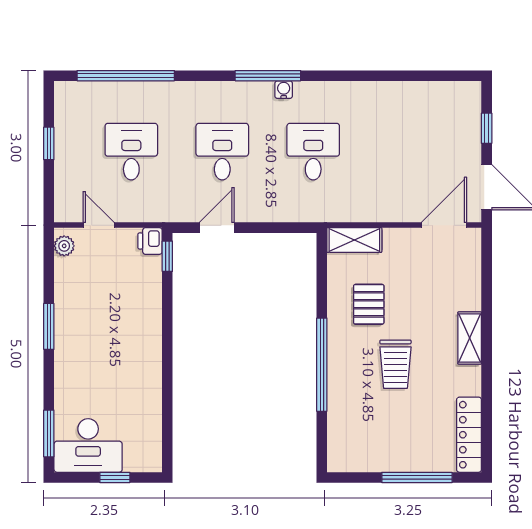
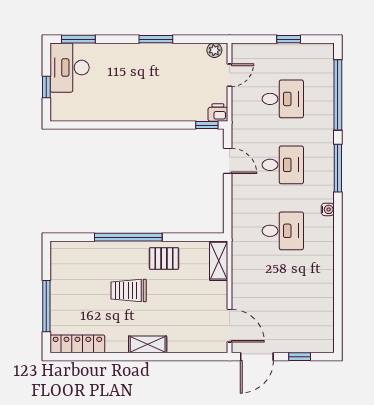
window: (268, 76) -> (338, 168), moved
pallet: (369, 304) -> (164, 258), moved

